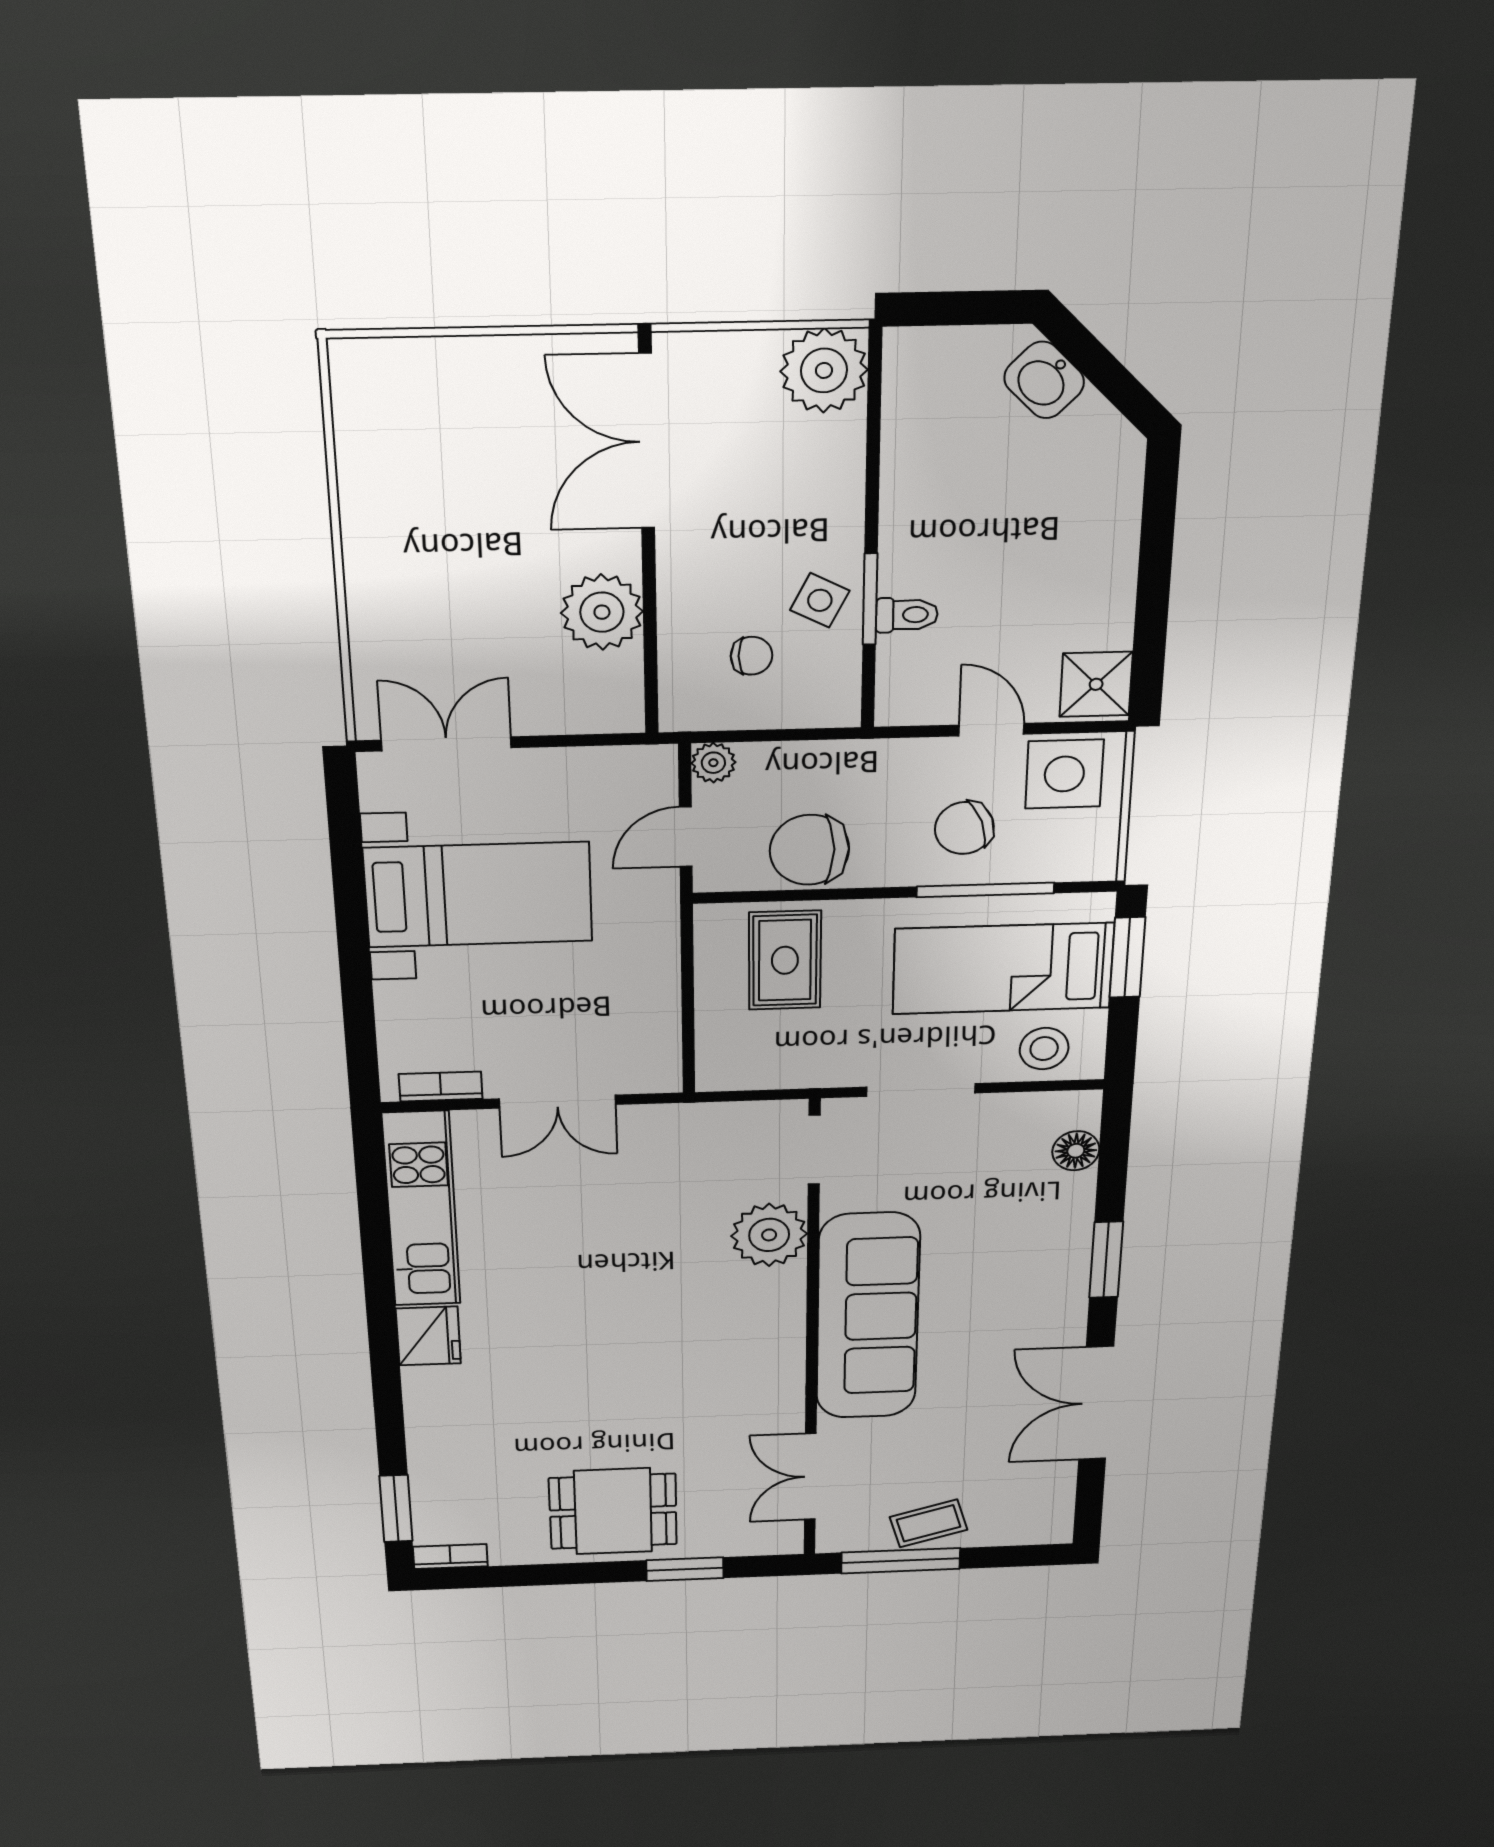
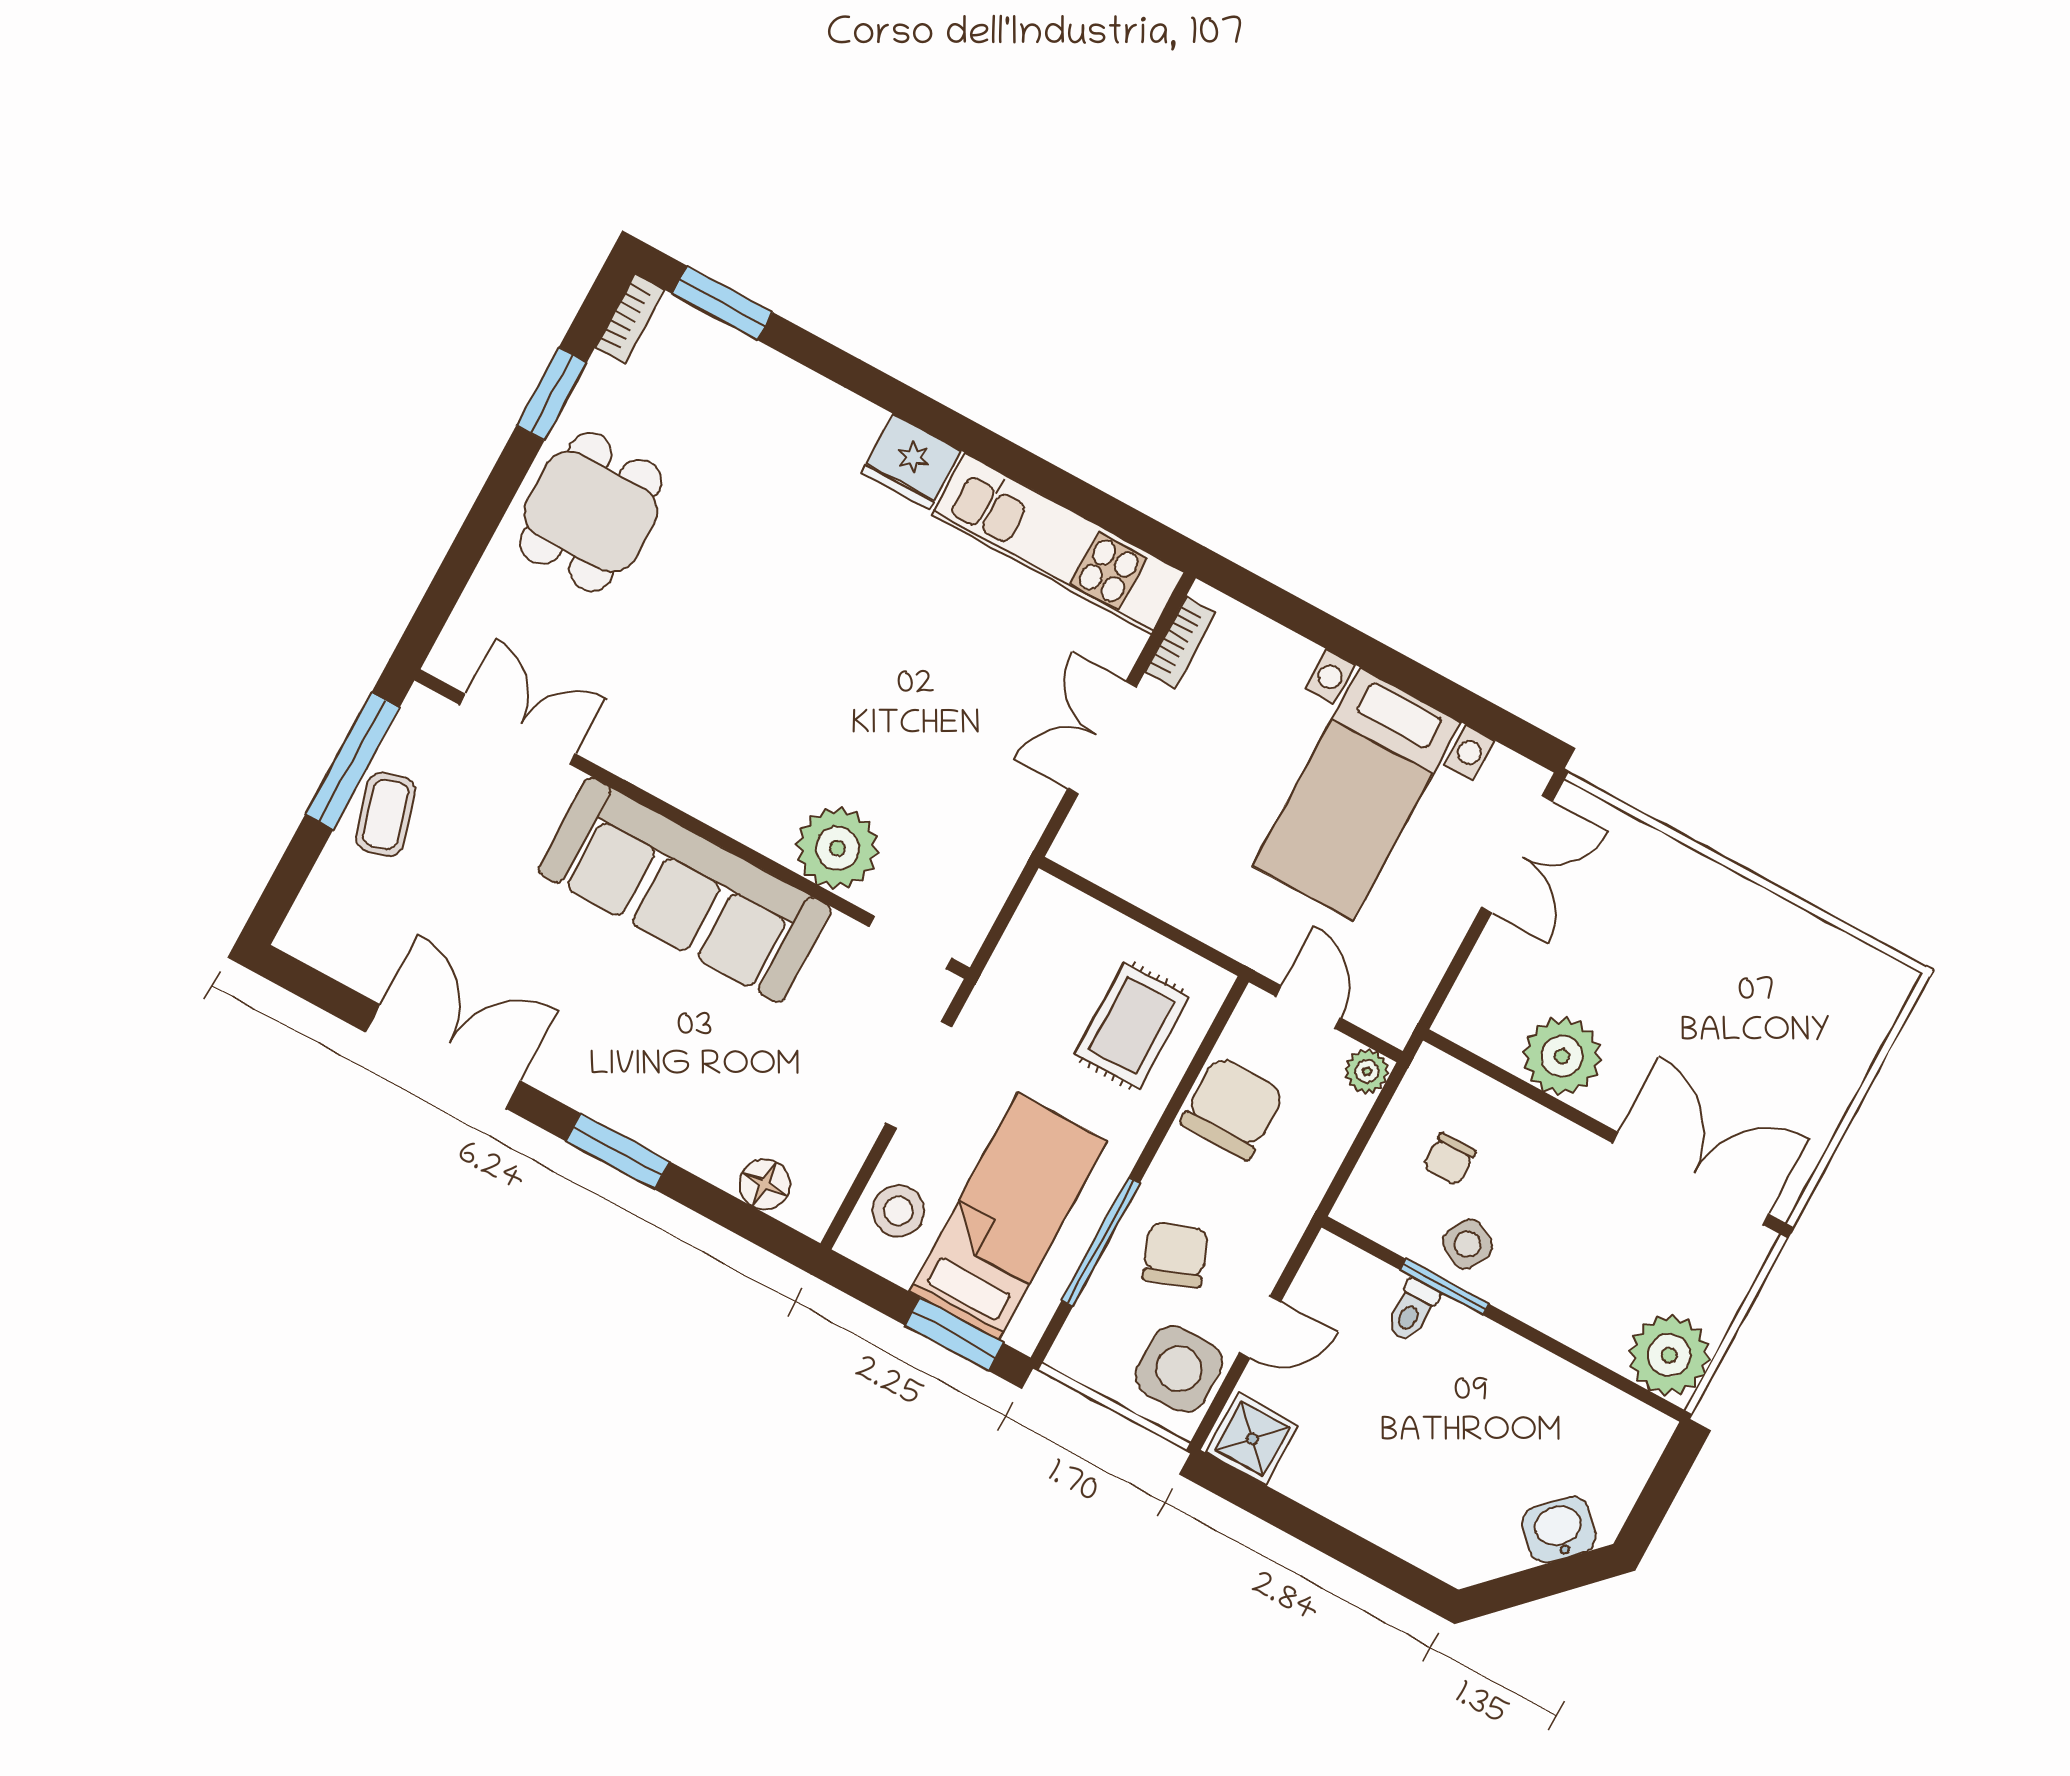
rug: (785, 960) -> (1132, 1026), turned 90
window: (685, 1569) -> (552, 394), moved

